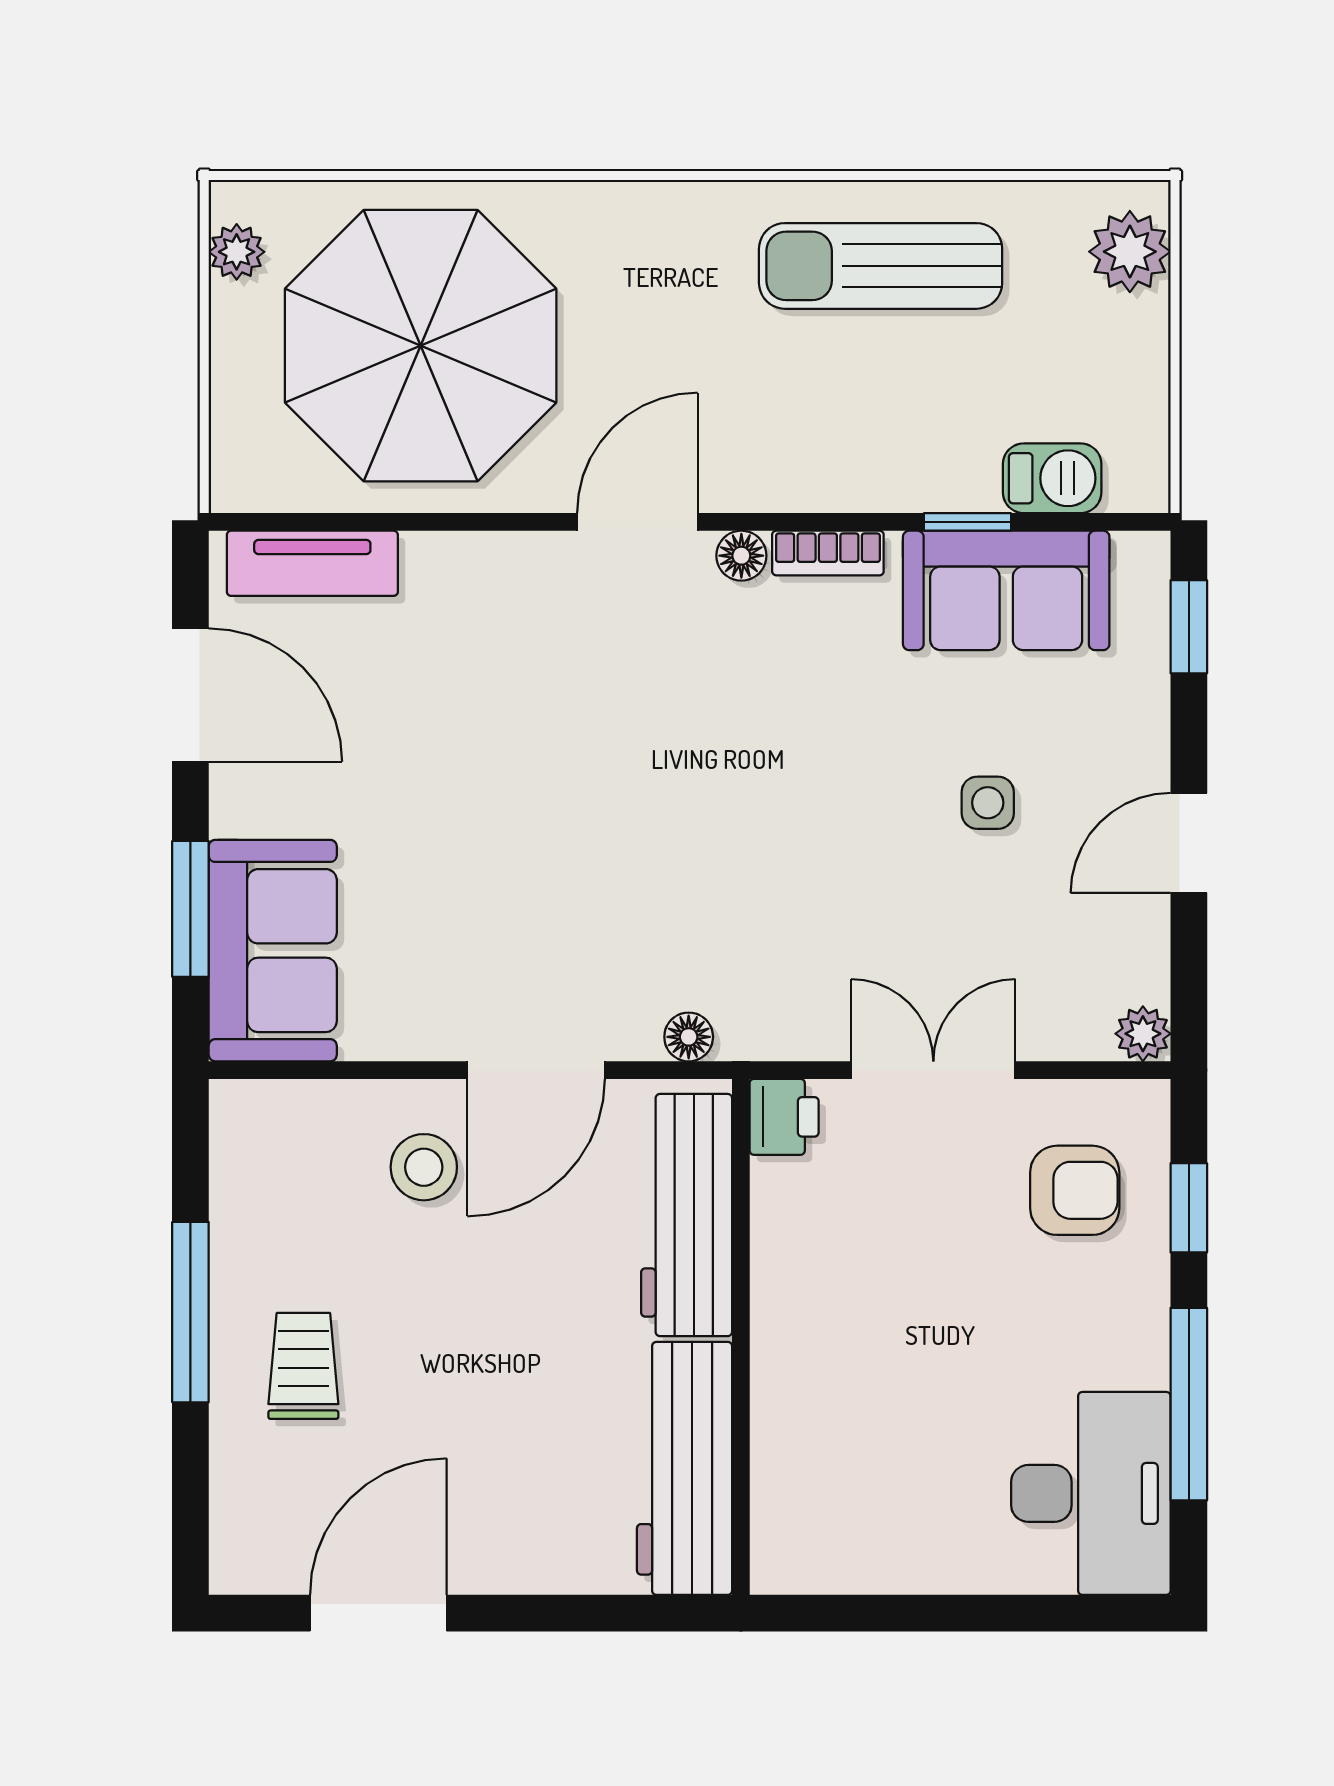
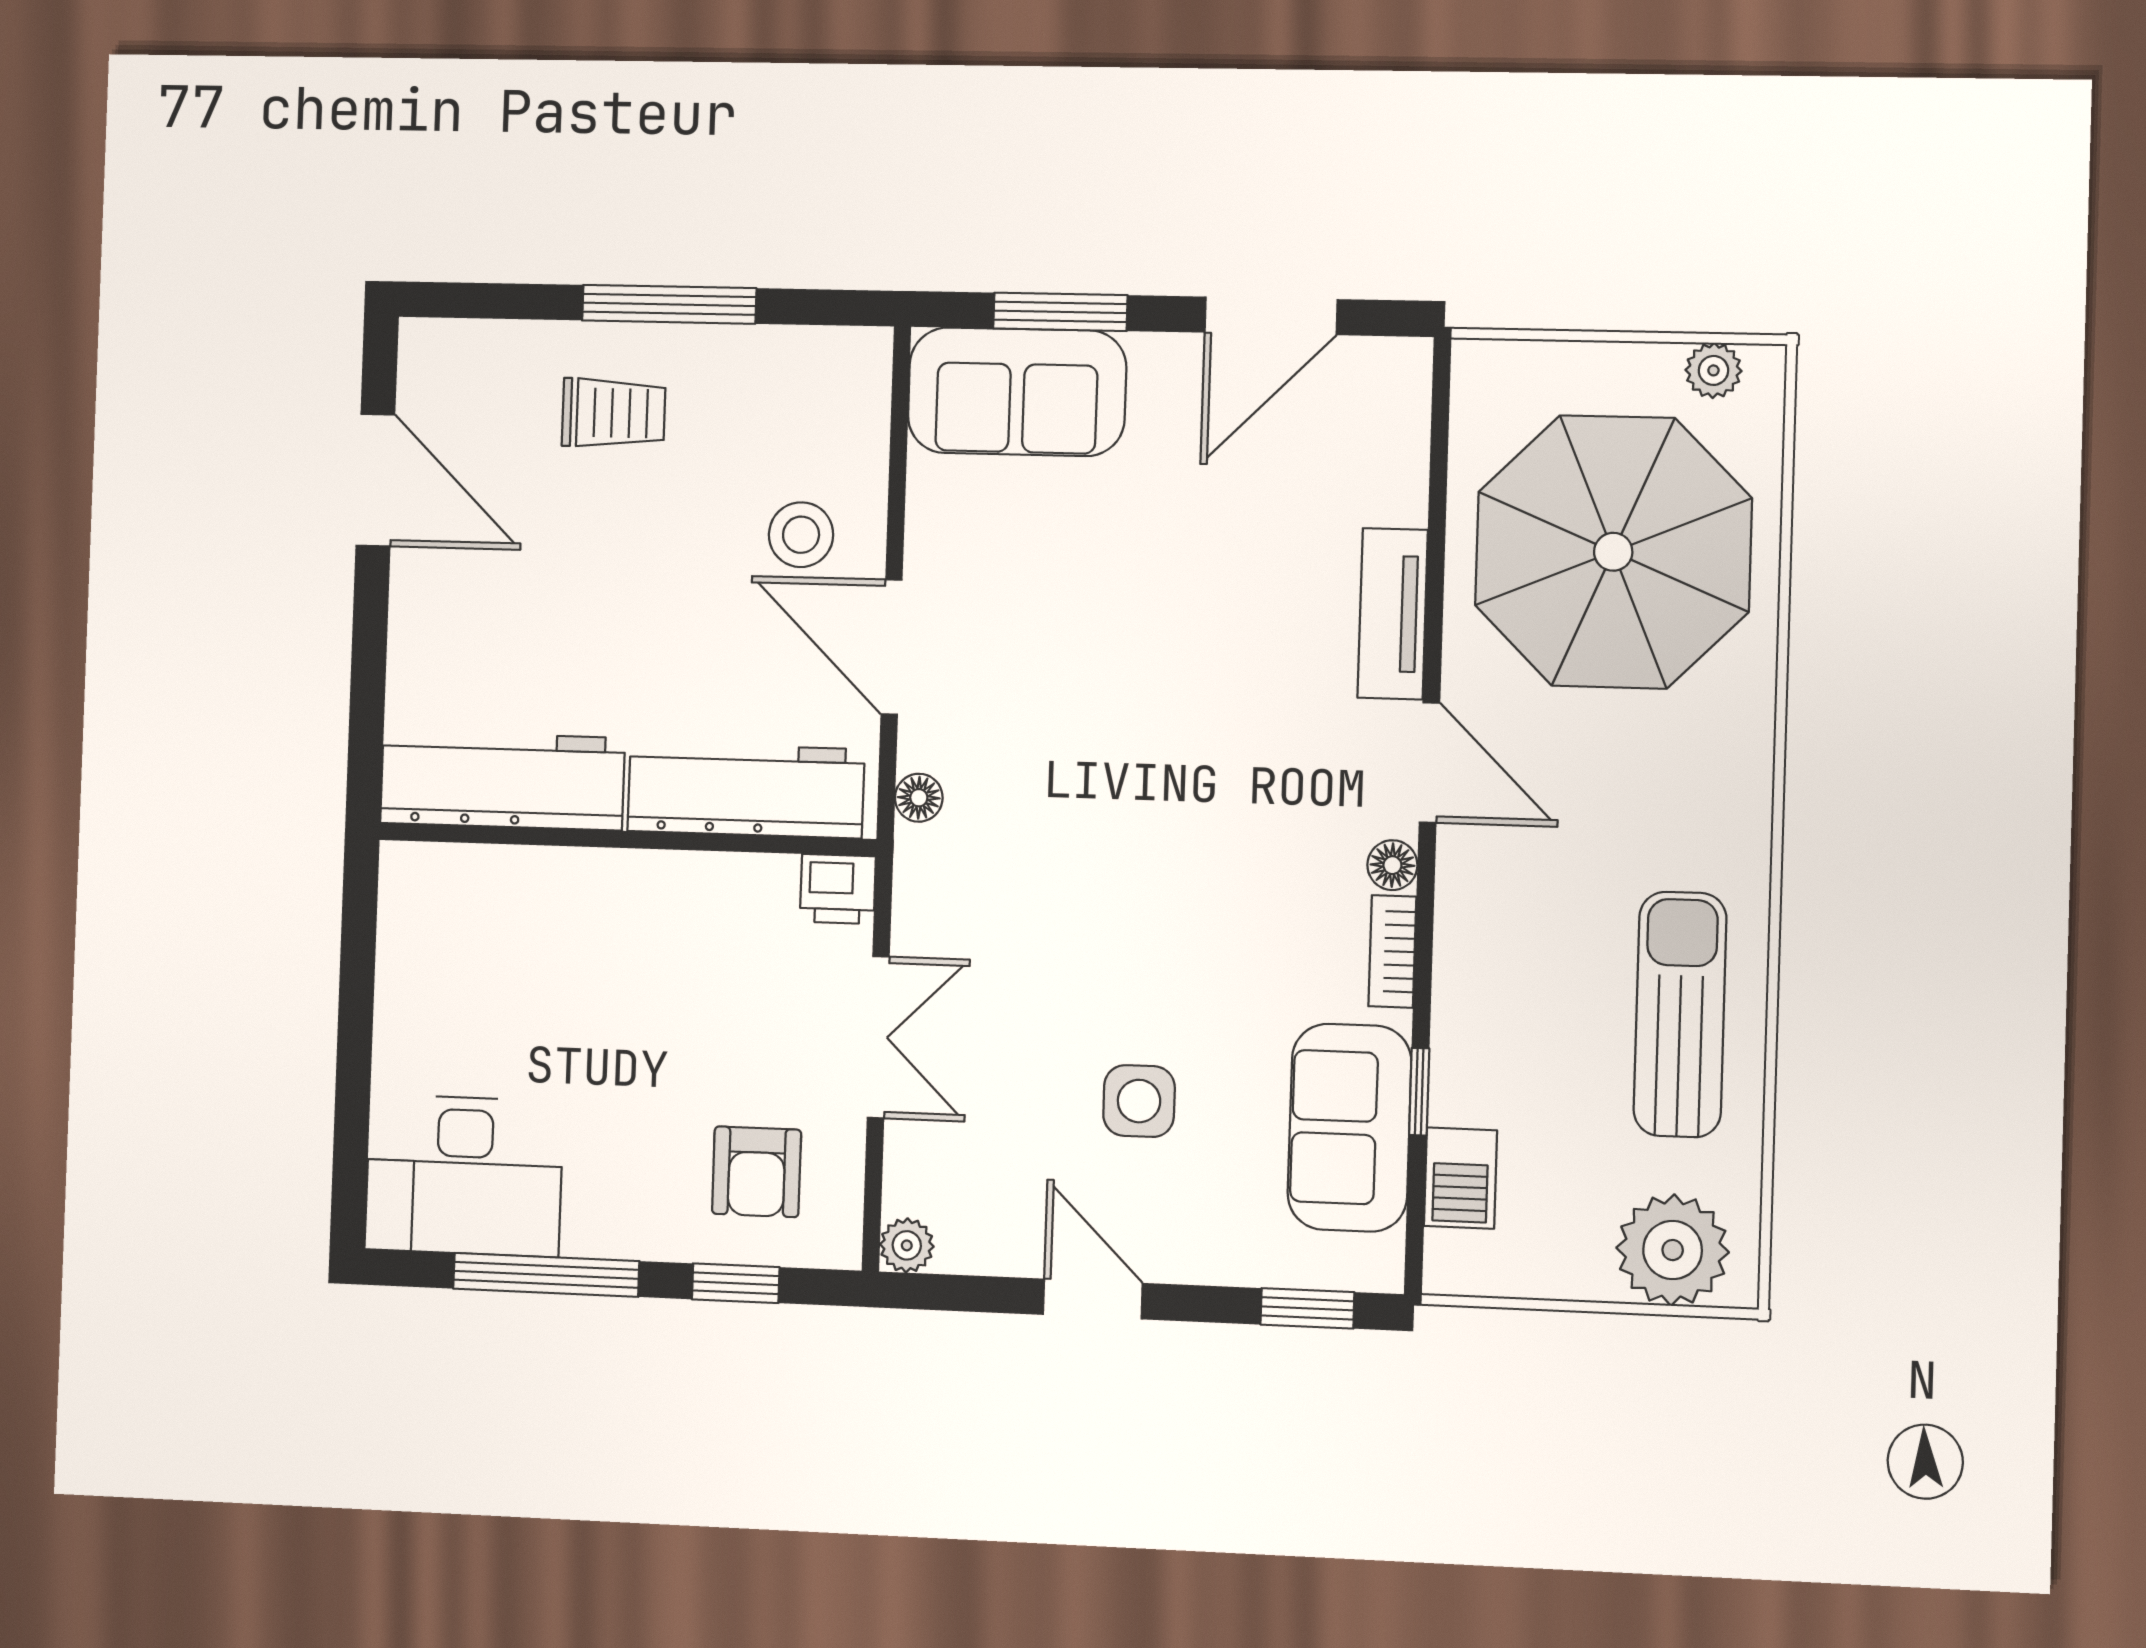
plant: (1130, 252) -> (1673, 1250), width x1.36, depth x1.36
tv unit: (312, 563) -> (1393, 614), moved
side table: (988, 803) -> (1139, 1101), width x1.37, depth x1.37

